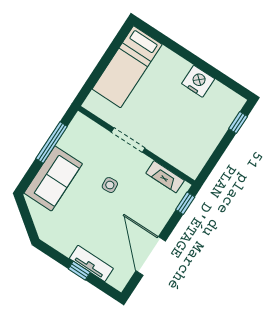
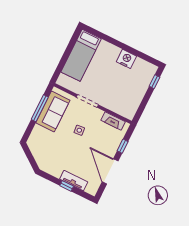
sofa: (53, 178) -> (53, 112), moved
window: (185, 203) -> (123, 146), moved

